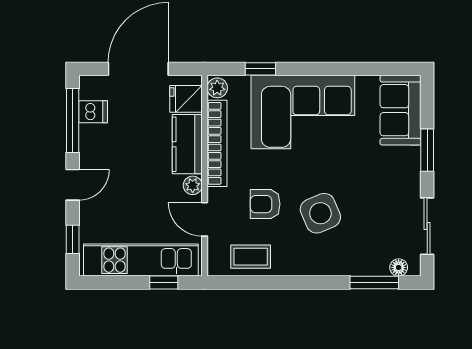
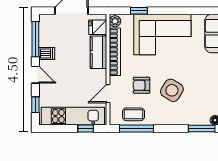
dishwasher: (93, 112) -> (47, 54), moved
door: (73, 185) -> (35, 75), hinge flipped
plant: (193, 185) -> (102, 75), removed
side table: (320, 213) -> (172, 90), turned -36
door: (205, 219) -> (108, 94), hinge flipped
window: (256, 283) -> (137, 129), added

